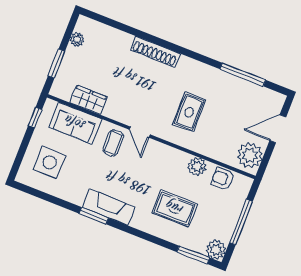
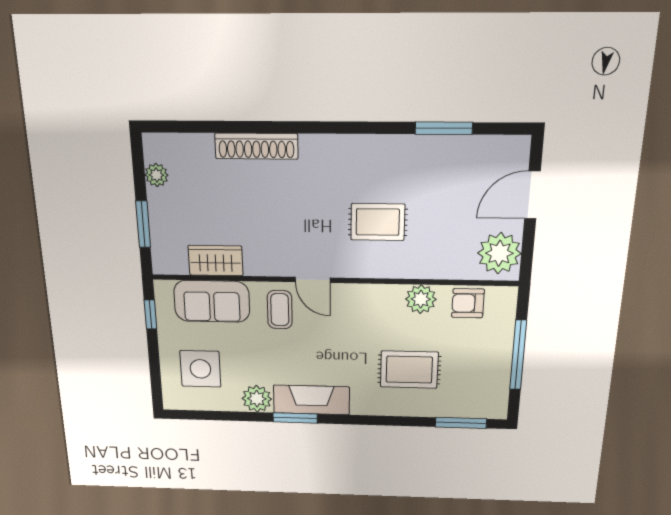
shoe rack: (155, 52) -> (256, 146), moved
window: (243, 75) -> (444, 128), width x0.69
rug: (189, 112) -> (378, 222), turned 90
plant: (216, 250) -> (257, 399), moved

